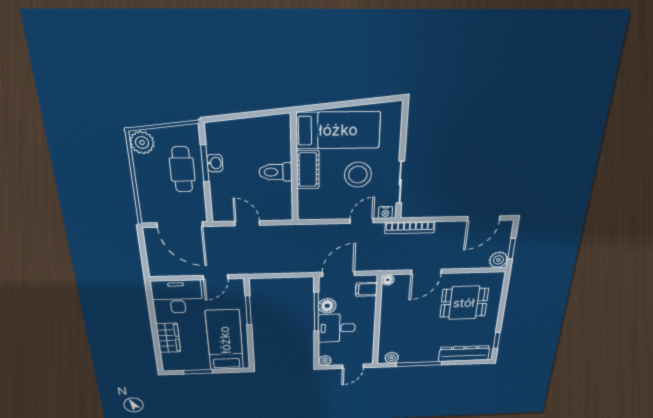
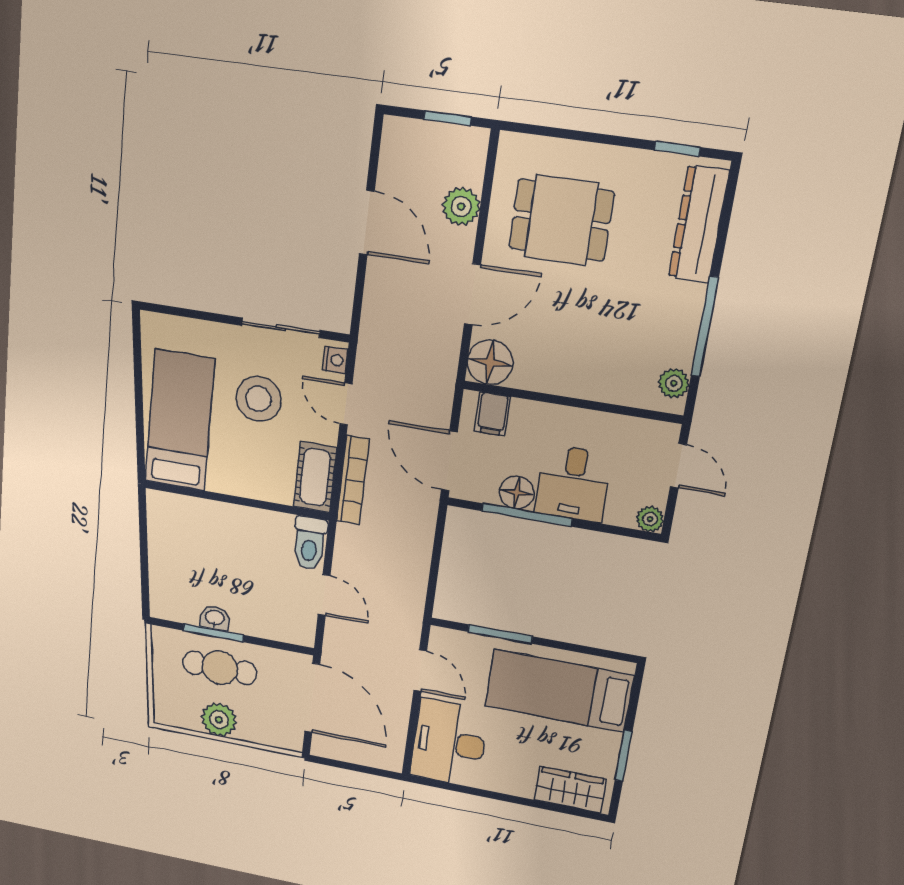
plant: (142, 142) -> (219, 720), moved
cot: (308, 170) -> (315, 477), moved, turned 90
toilet: (276, 172) -> (310, 543), moved
door: (484, 218) -> (367, 223), moved
door: (247, 223) -> (324, 595), swing flipped
door: (180, 225) -> (312, 698), hinge flipped
bookcase: (410, 228) -> (353, 480), moved
plant: (498, 260) -> (461, 206), moved
door: (426, 272) -> (472, 294), hinge flipped
floor lamp: (388, 280) -> (490, 362), width x1.89, depth x1.89
dining table: (464, 303) -> (561, 220), turned 90
wardrobe: (168, 338) -> (570, 790), moved

